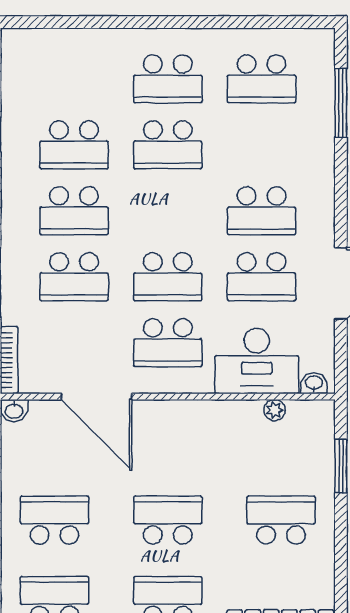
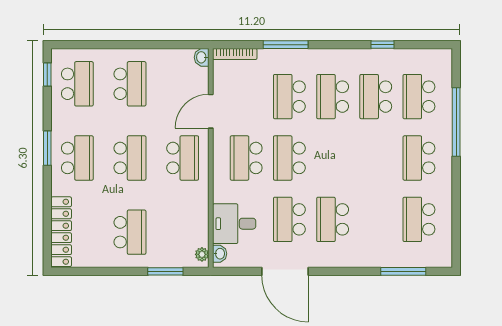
window: (113, 22) -> (456, 122), added
school desk: (168, 145) -> (419, 97), moved
desk: (257, 361) -> (234, 224), width x0.73
door: (96, 397) -> (211, 111), width x0.73
plant: (275, 410) -> (202, 254), moved
school desk: (168, 440) -> (183, 158), added

